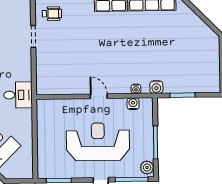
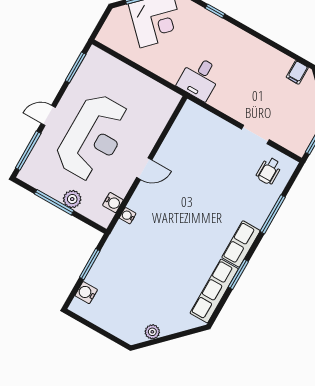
plant: (203, 28) -> (152, 332), added
water cooler: (156, 87) -> (86, 293), moved
plant: (147, 167) -> (72, 199), moved

